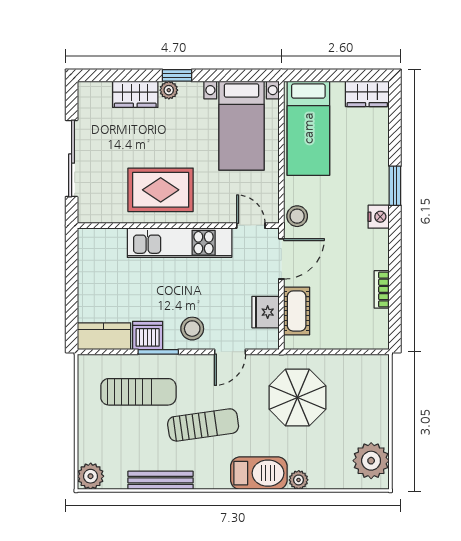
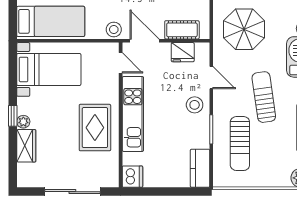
door: (251, 226) -> (121, 63), swing flipped
dishwasher: (148, 335) -> (132, 177), moved, turned 180
sun lounger: (138, 392) -> (240, 144), turned 180

